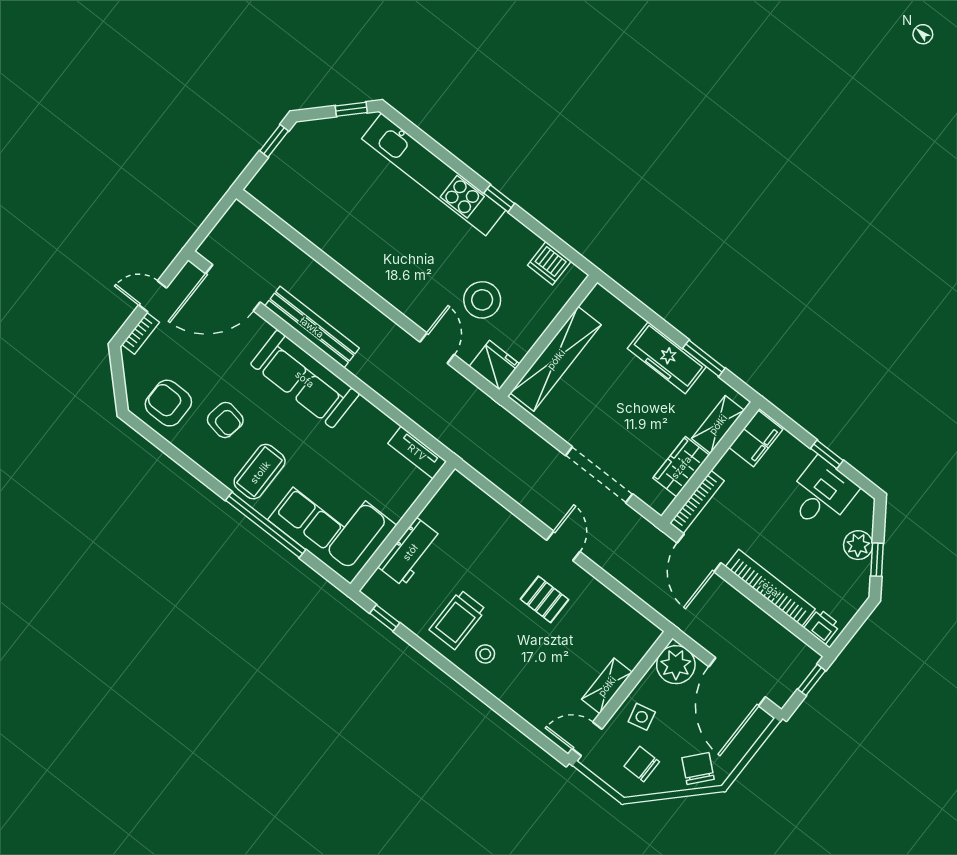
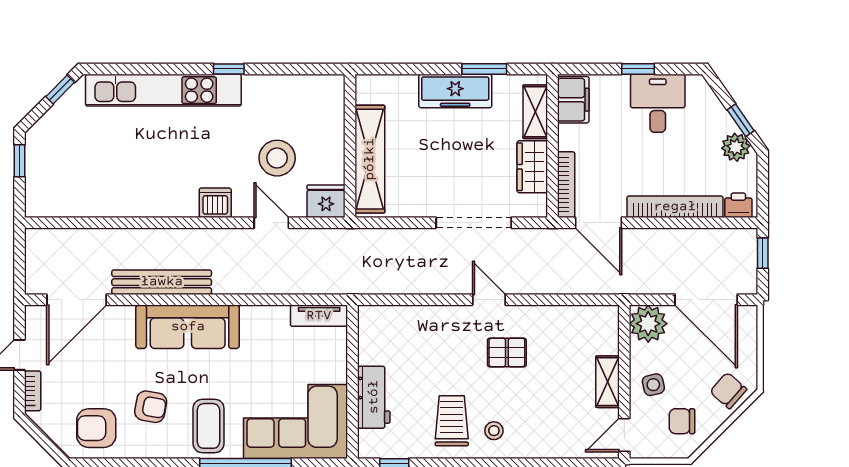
dishwasher: (549, 263) -> (215, 203), moved, turned 180
plant: (858, 545) -> (736, 147), moved
trolley: (458, 620) -> (452, 421), turned 180

